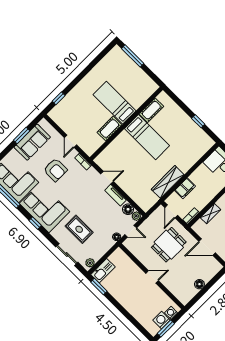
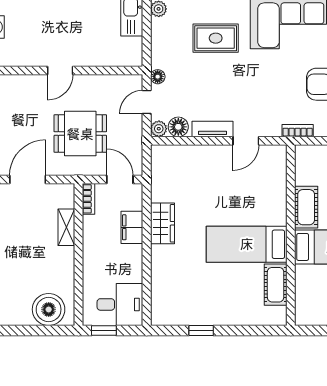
wardrobe: (168, 182) -> (162, 223), width x0.67
dining table: (169, 245) -> (80, 134), turned 90

